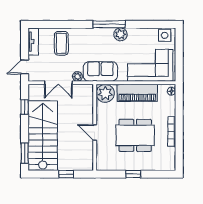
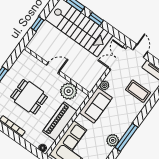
double door: (58, 83) -> (117, 58), moved
plant: (105, 93) -> (69, 91), moved
window: (25, 107) -> (96, 19), moved
dining table: (135, 135) -> (29, 97), width x0.73

